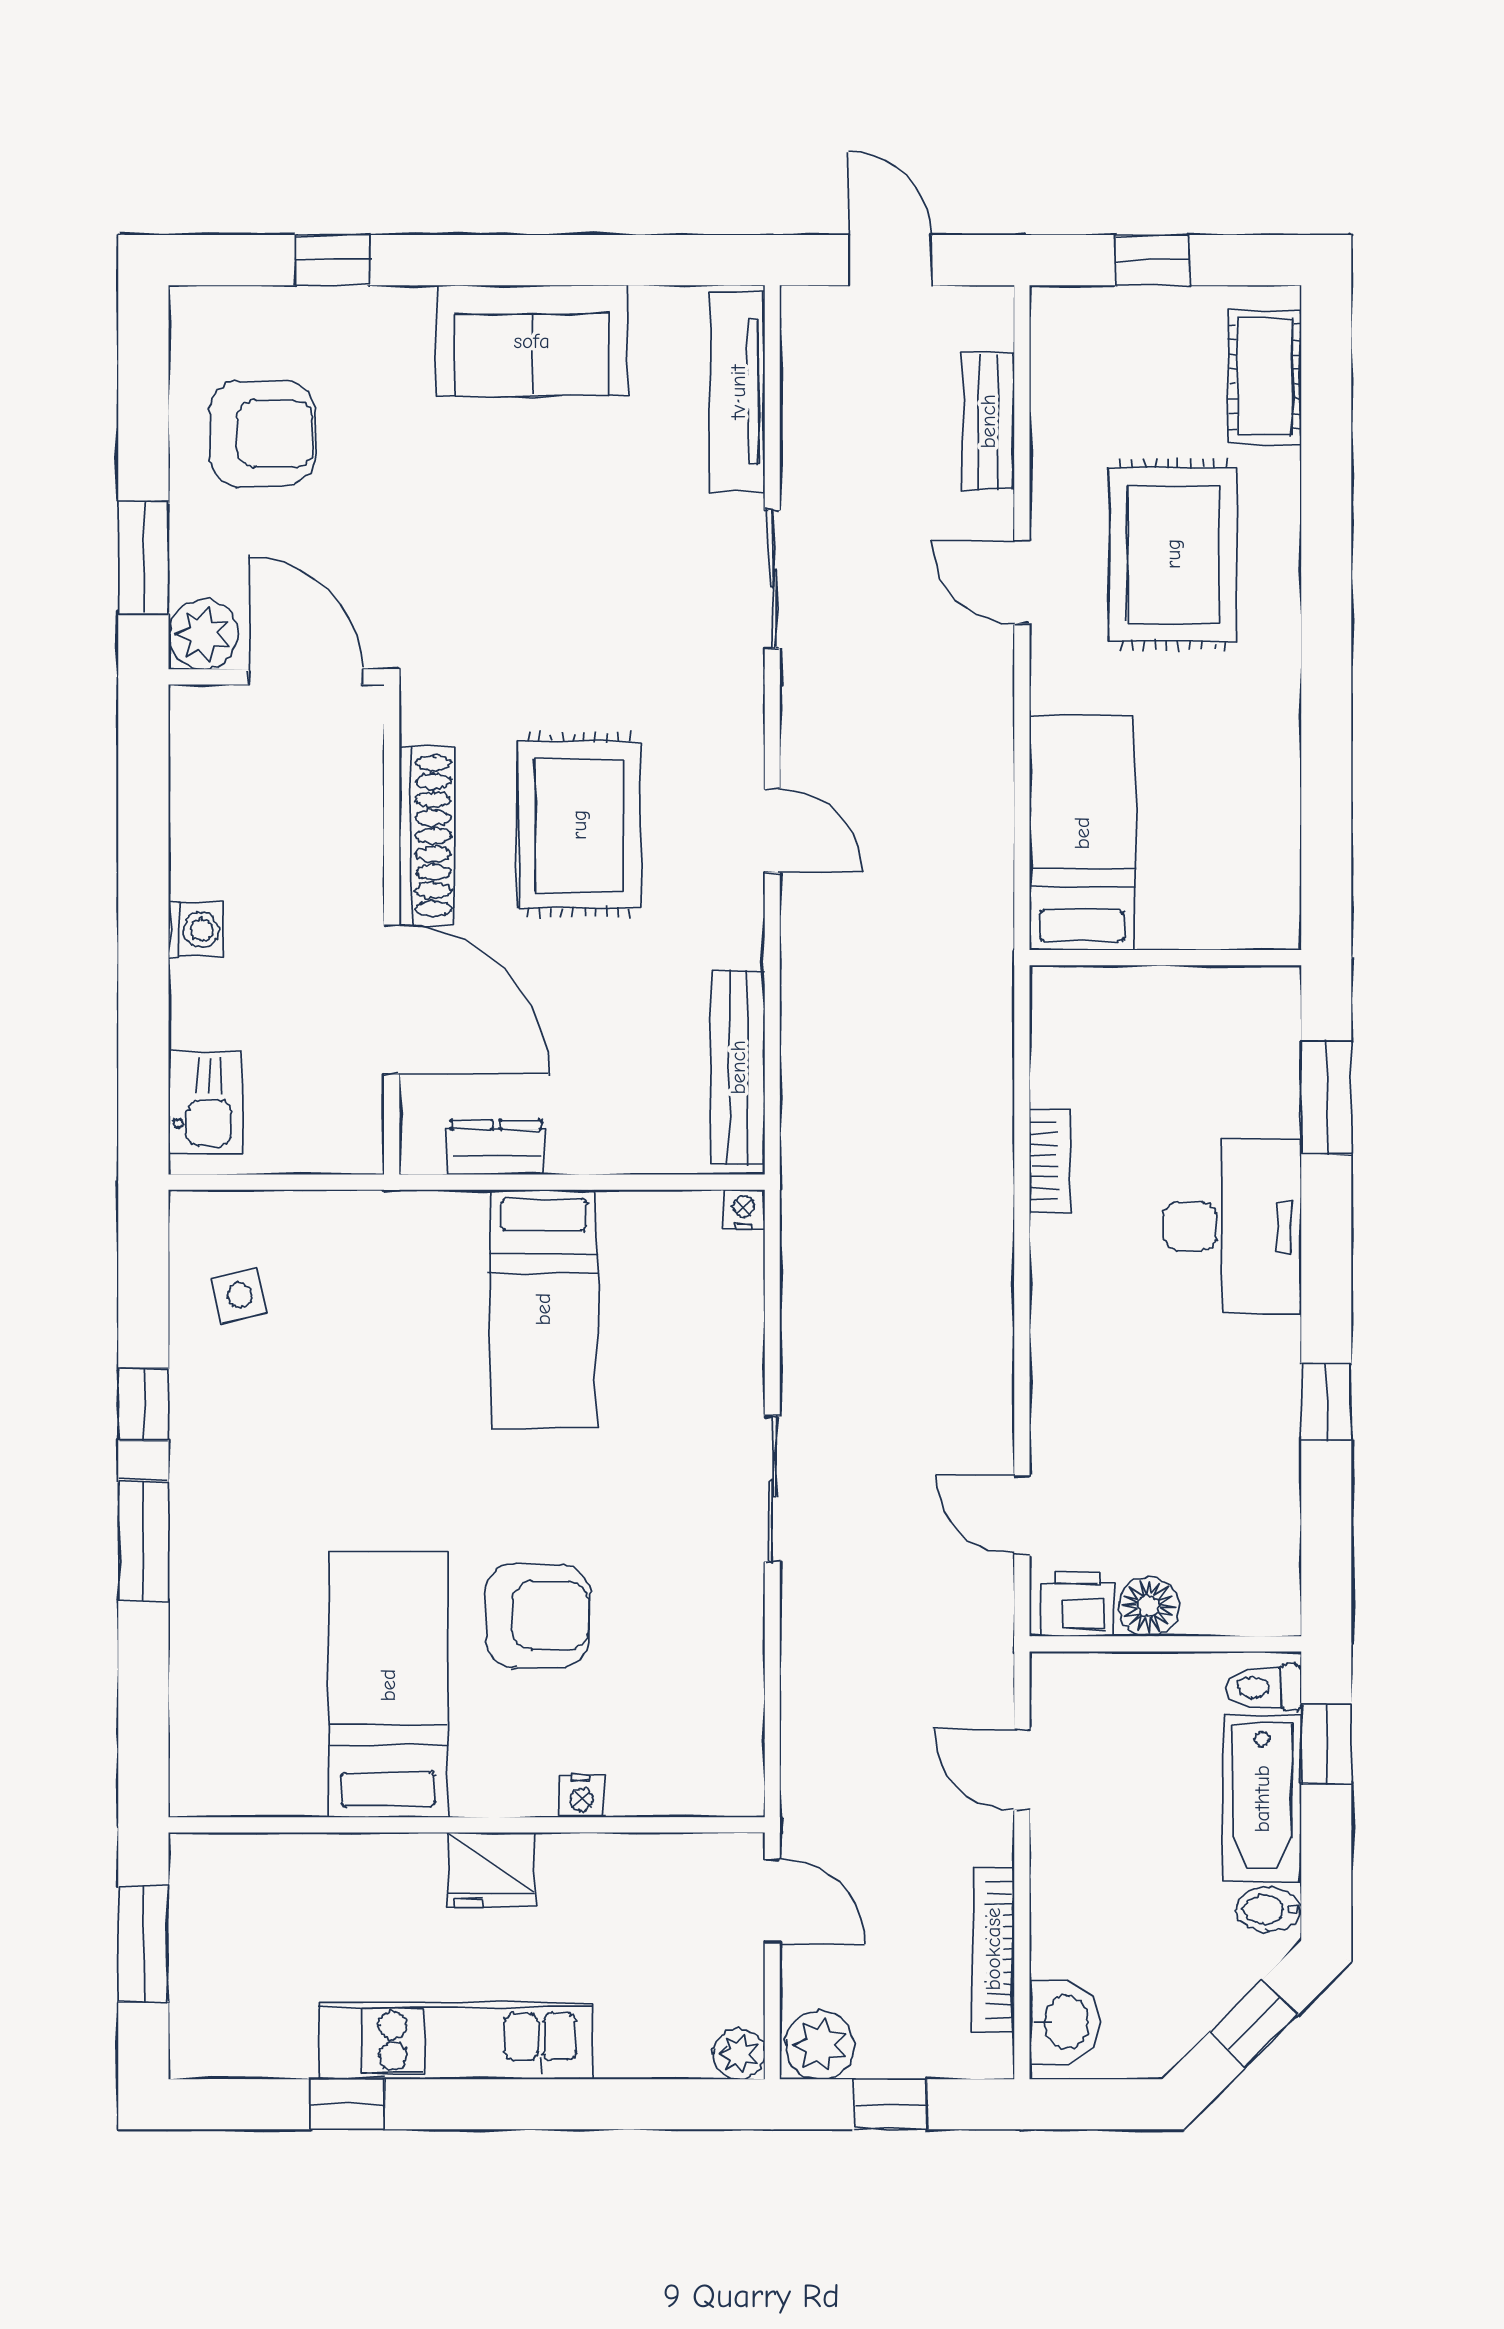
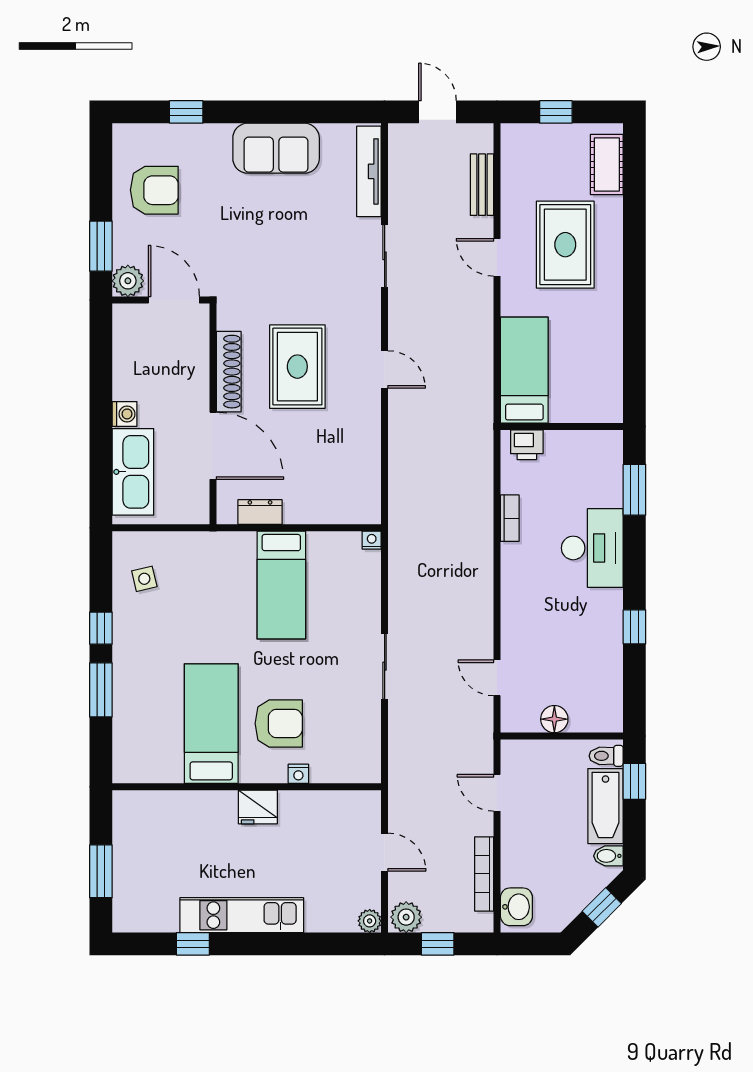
bench: (738, 1067) -> (369, 476), removed
kitchen sink: (205, 1103) -> (133, 472), width x1.87, depth x1.24
printer: (1077, 1604) -> (527, 445), moved, turned 180
bed: (388, 1685) -> (211, 724), moved
nightstand: (581, 1796) -> (298, 774), moved
wall: (467, 1825) -> (247, 787), moved
fridge: (491, 1870) -> (258, 807), moved

